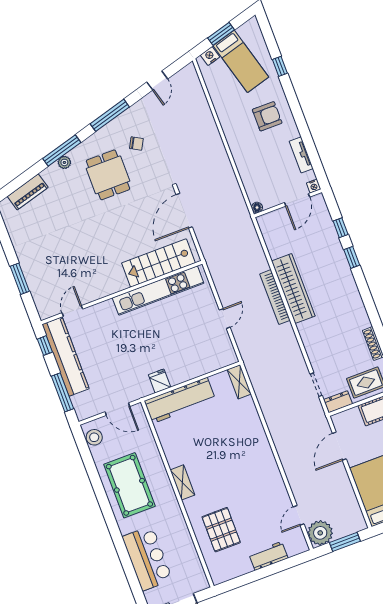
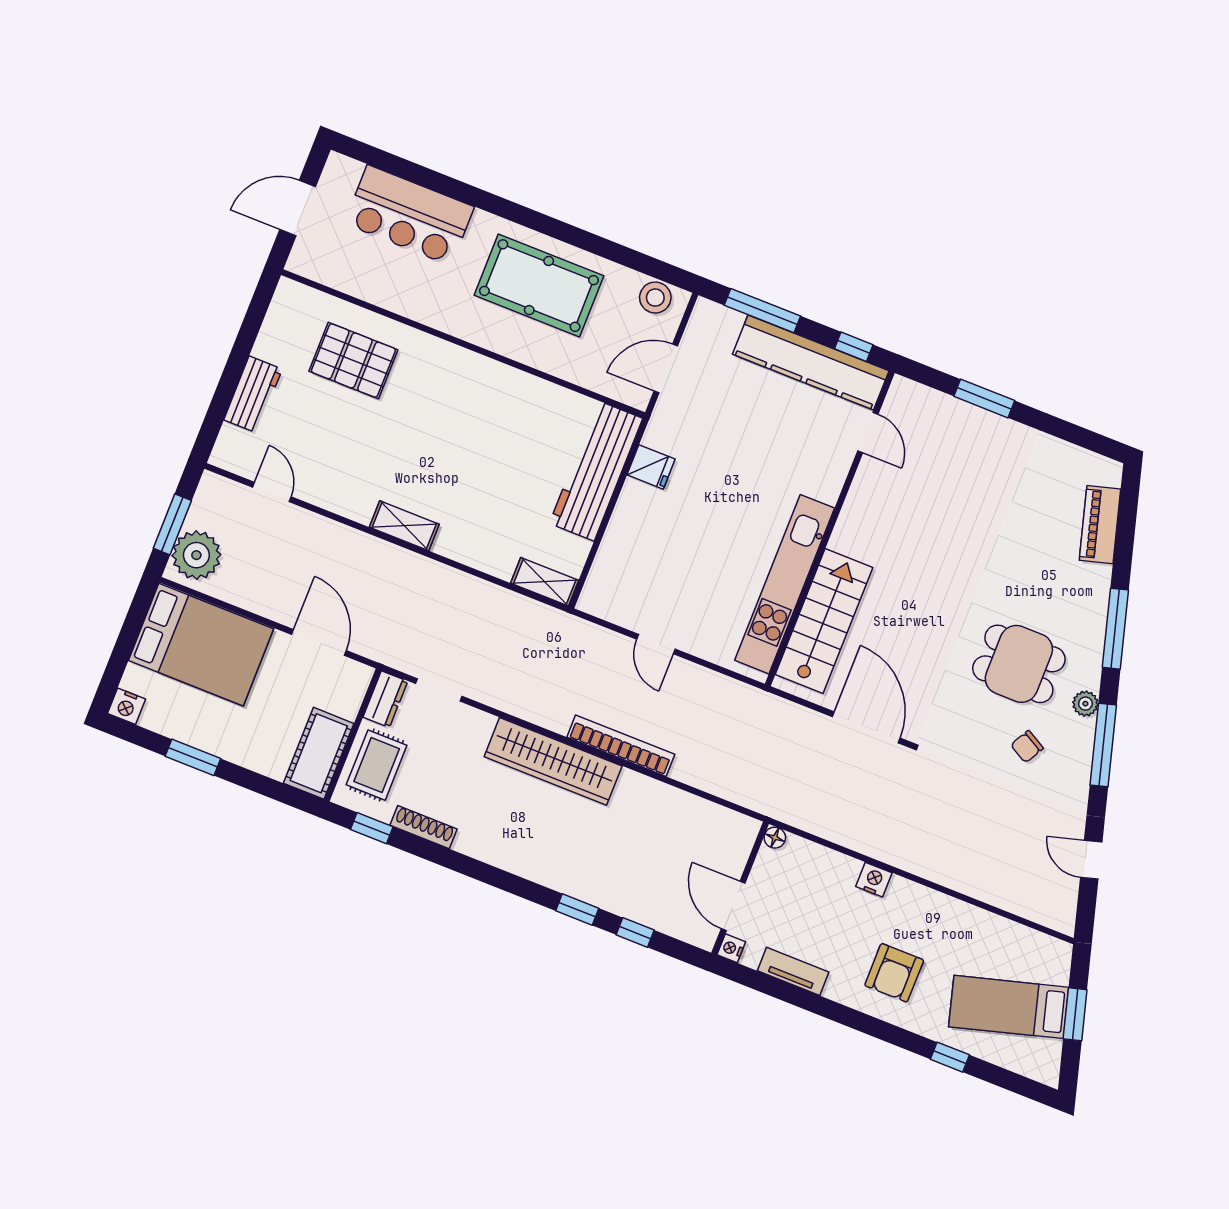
nightstand: (210, 56) -> (874, 880), moved, turned -74
plant: (64, 162) -> (1085, 704), moved
wardrobe: (293, 289) -> (553, 761), moved
shelving: (182, 482) -> (404, 526), moved
plant: (320, 533) -> (196, 555), moved

